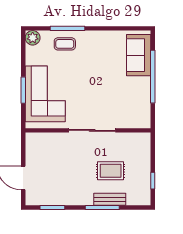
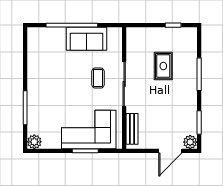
coffee table: (65, 44) -> (98, 78), moved
sofa: (139, 55) -> (86, 39), moved
plant: (32, 198) -> (190, 142), added
bench: (110, 199) -> (132, 129), moved

